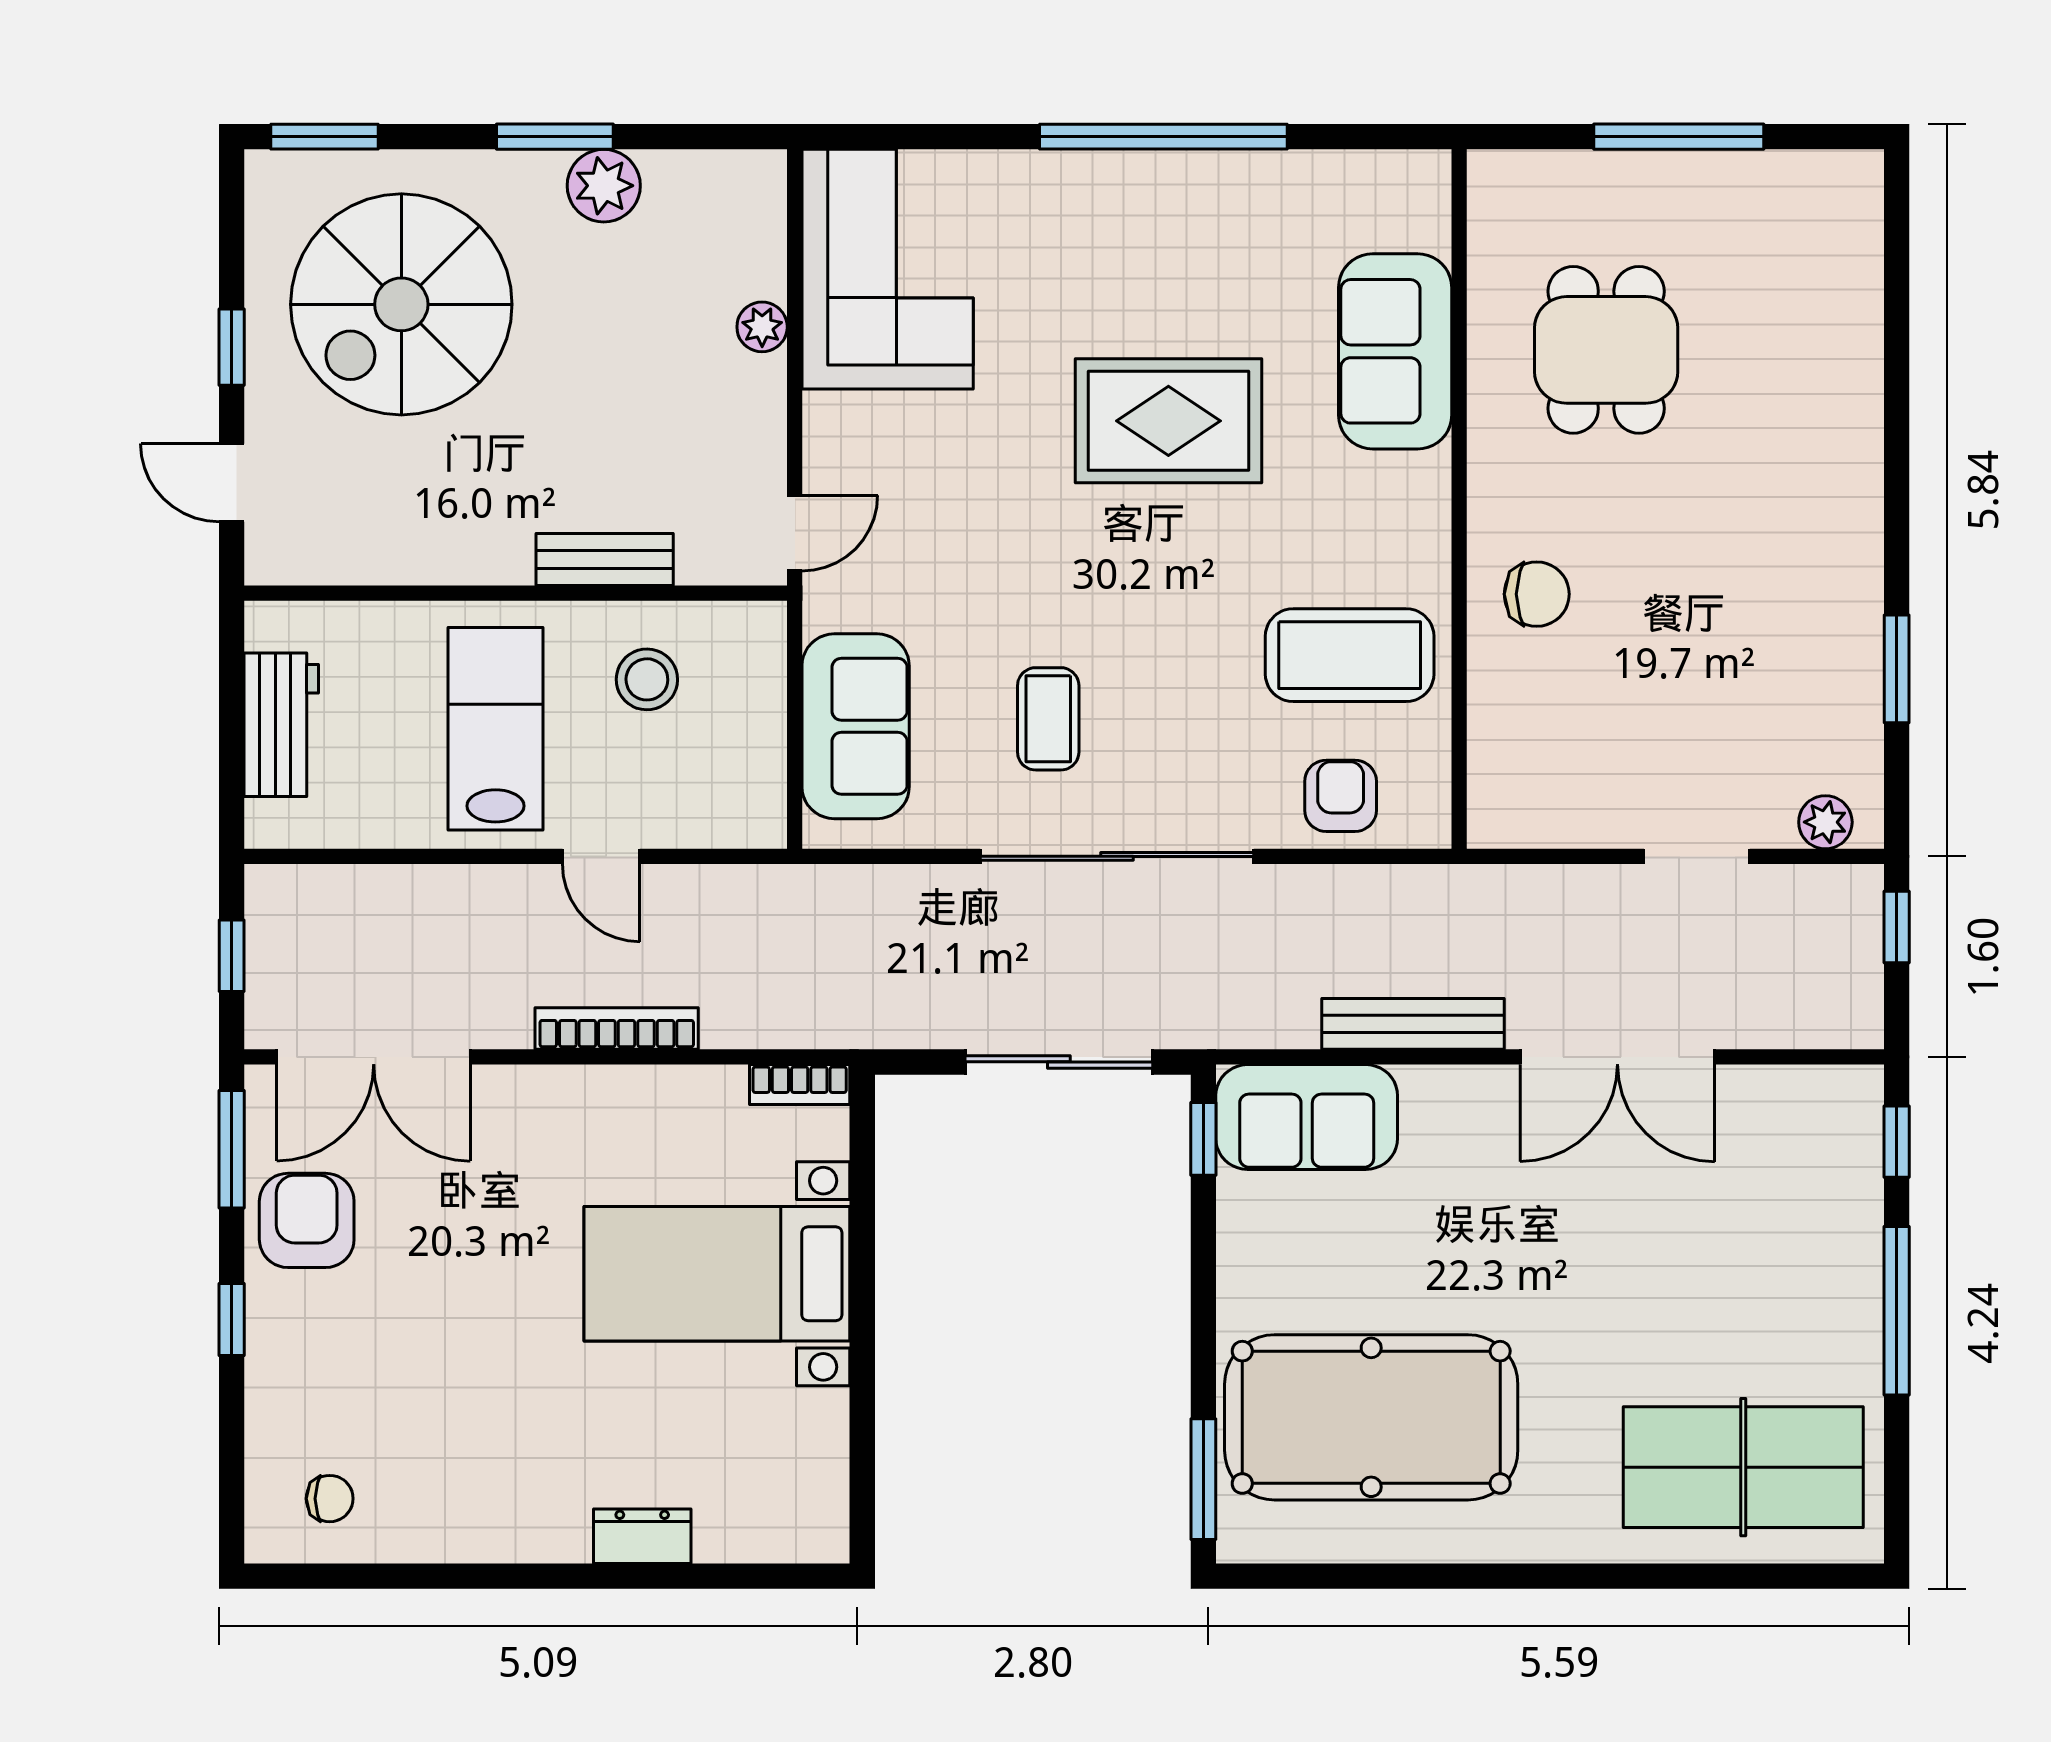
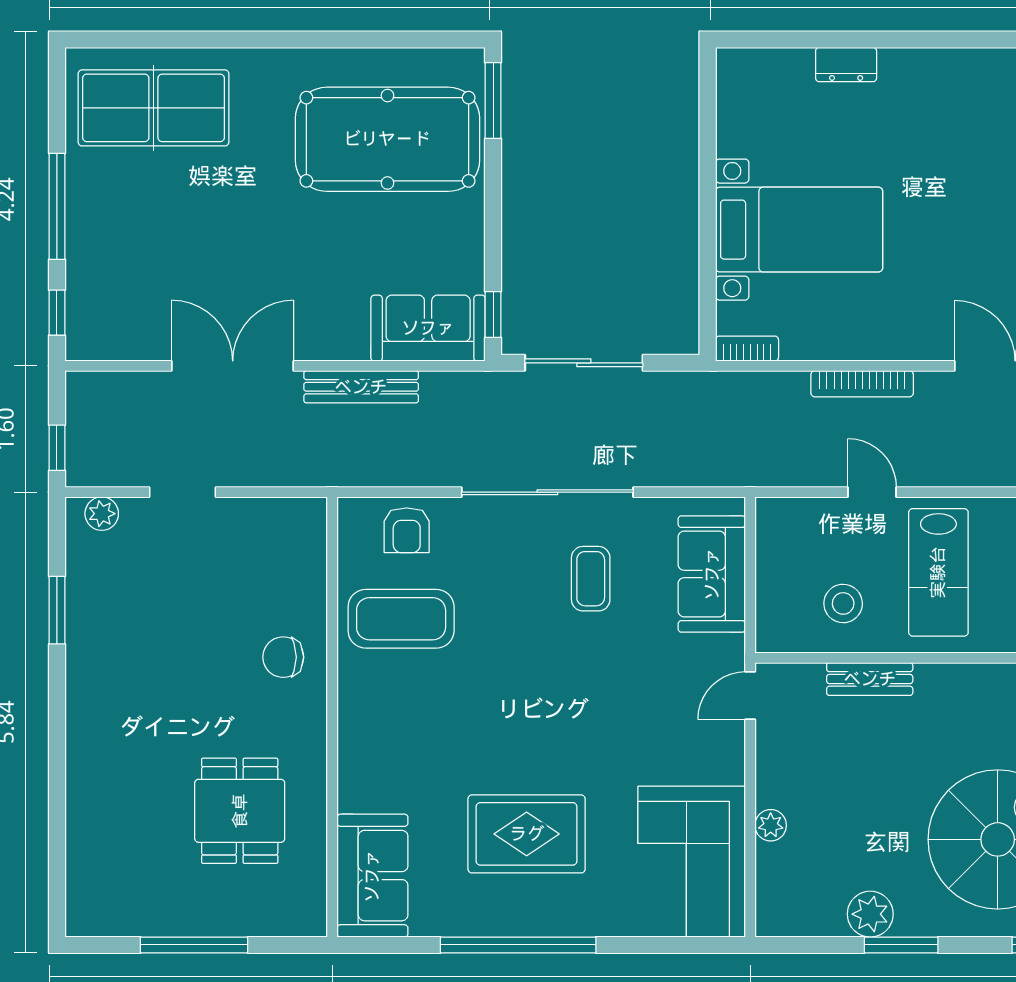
sofa: (1395, 351) -> (372, 876), moved
rug: (1168, 421) -> (527, 834), moved

